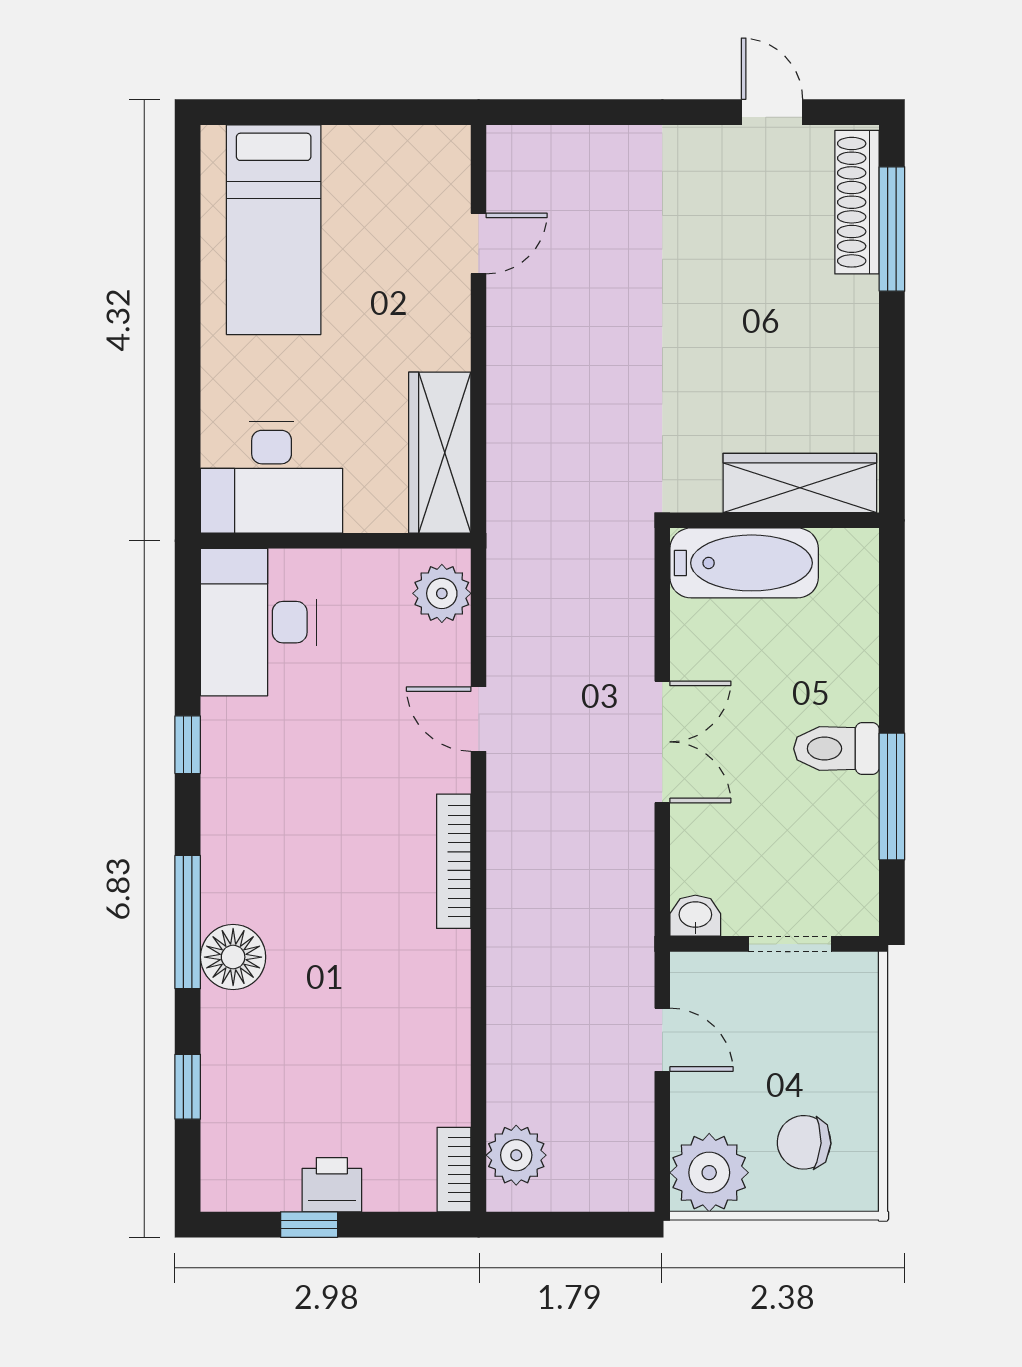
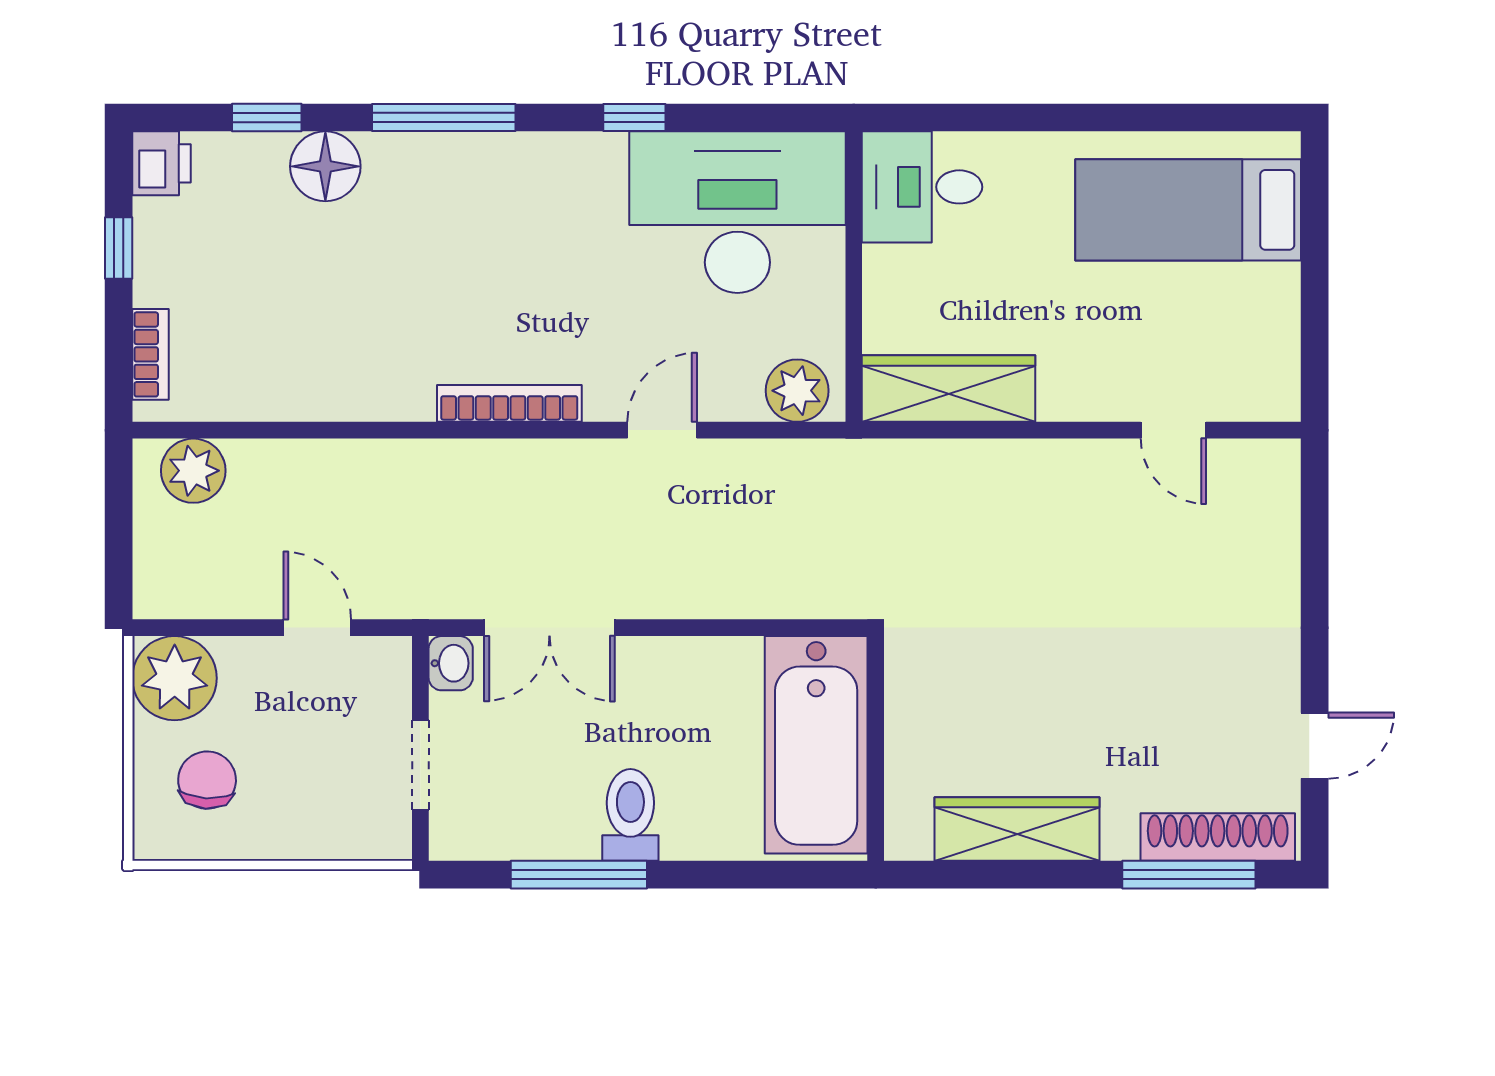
desk: (272, 477) -> (922, 187), width x0.73
wardrobe: (800, 483) -> (1017, 829), moved, turned -90
bathtub: (744, 563) -> (816, 745), width x1.36, depth x1.36
desk: (258, 622) -> (737, 212), width x1.36, depth x1.30
double door: (662, 742) -> (549, 628), moved
floor lamp: (233, 957) -> (325, 166), moved
door: (662, 1040) -> (317, 628), swing flipped
bookcase: (454, 1170) -> (151, 354), moved, turned 90
printer: (332, 1185) -> (162, 163), moved

